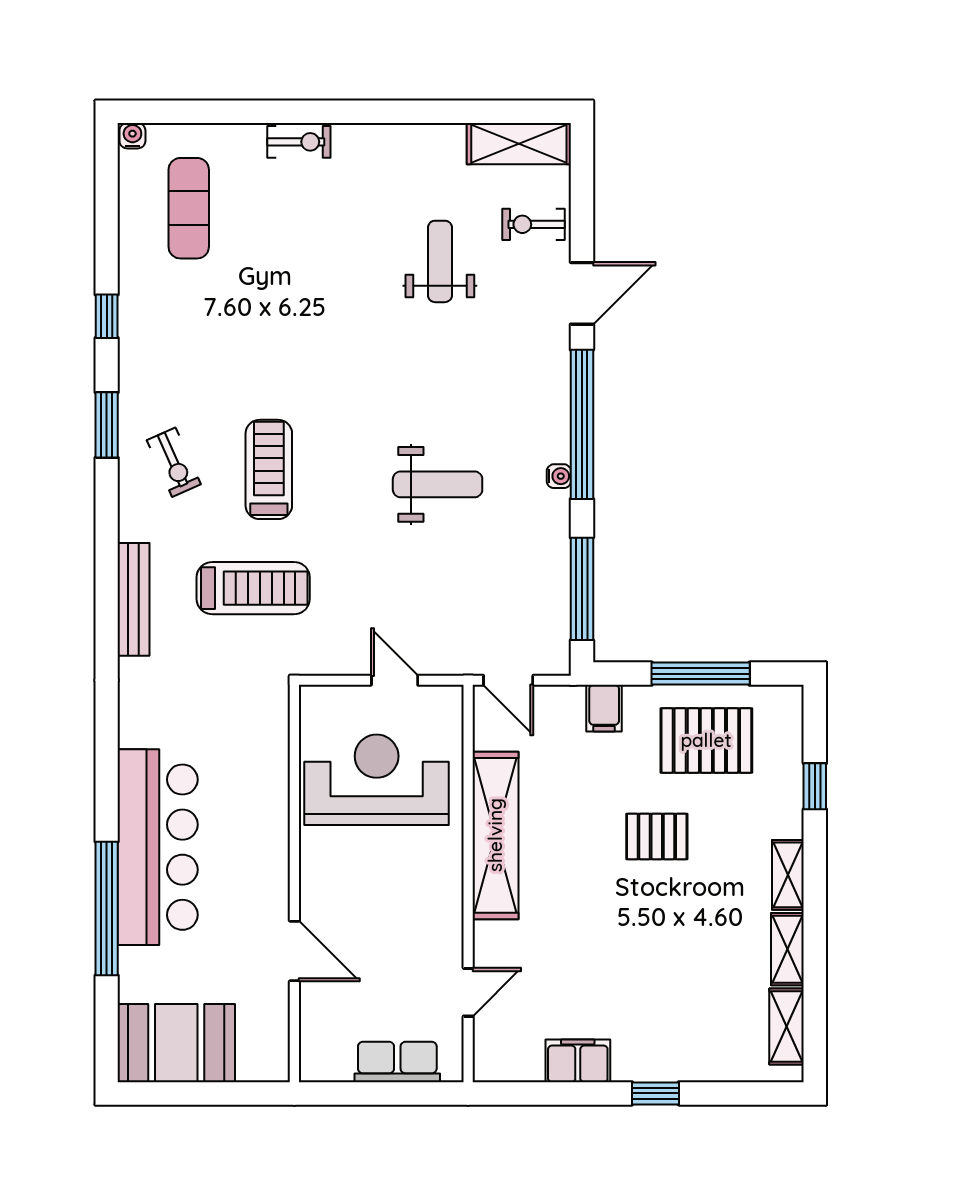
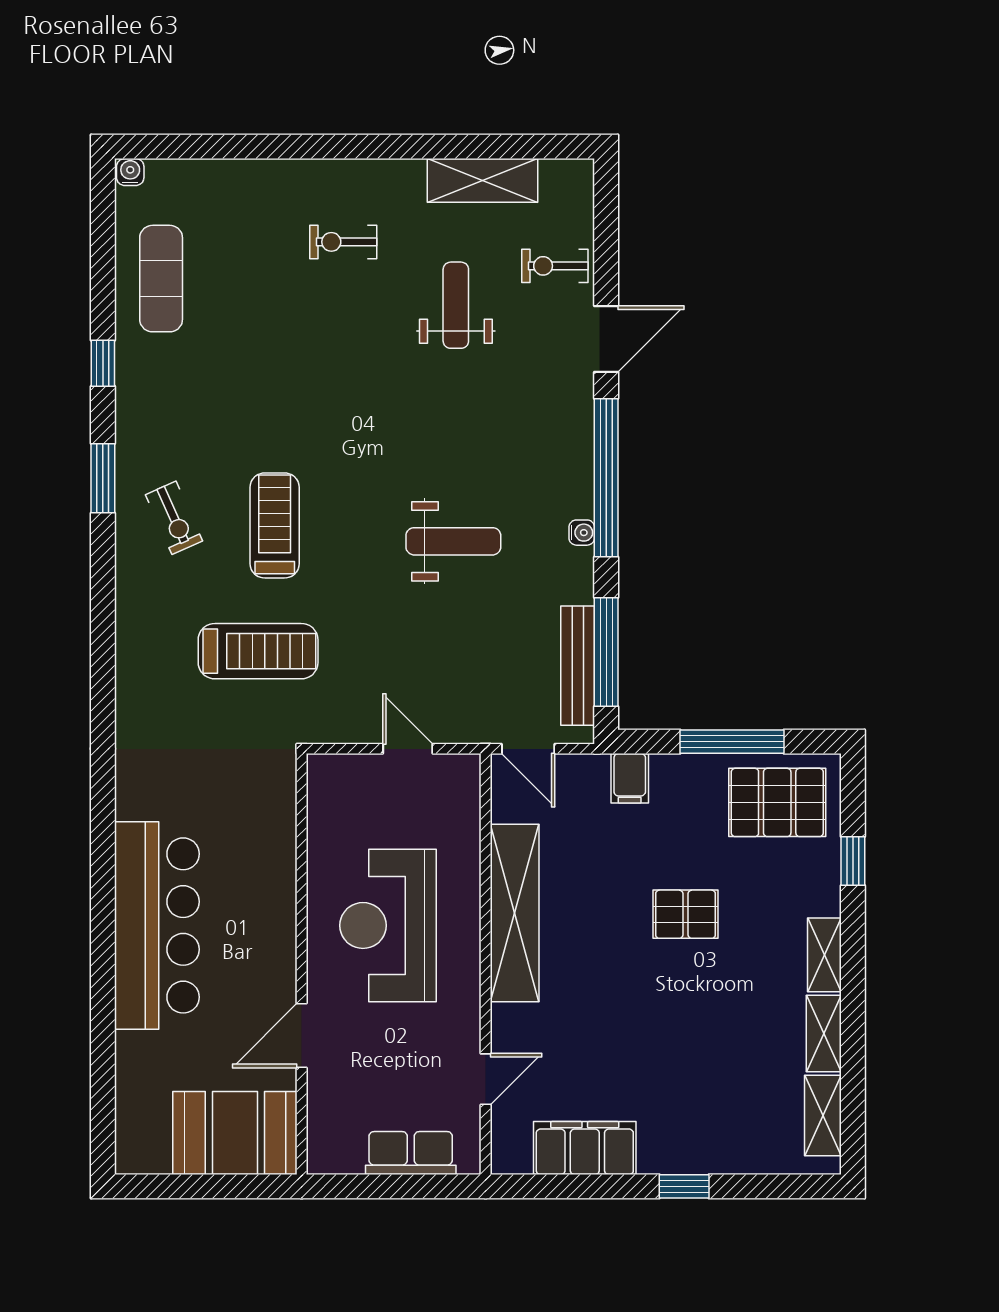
exercise bike: (299, 142) -> (343, 242), moved, turned 180
shelving: (519, 144) -> (483, 180), moved
exercise mat: (189, 208) -> (161, 279), moved
bench: (133, 599) -> (578, 666), moved
pallet: (706, 740) -> (777, 802), moved
reception desk: (377, 780) -> (388, 925), moved, turned -90
window: (107, 908) -> (103, 990), removed
door: (294, 951) -> (302, 1035), swing flipped
booth: (176, 1043) -> (235, 1133), moved
filing cabinet: (578, 1061) -> (585, 1148), width x1.50, depth x1.17

